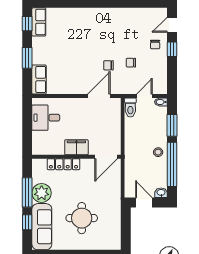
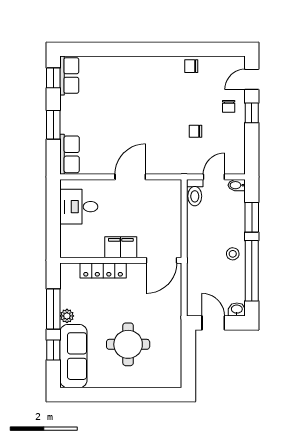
chair: (109, 65) -> (191, 66), moved
door: (99, 96) -> (130, 177), moved
plant: (42, 193) -> (67, 316), width x0.53, depth x0.53

